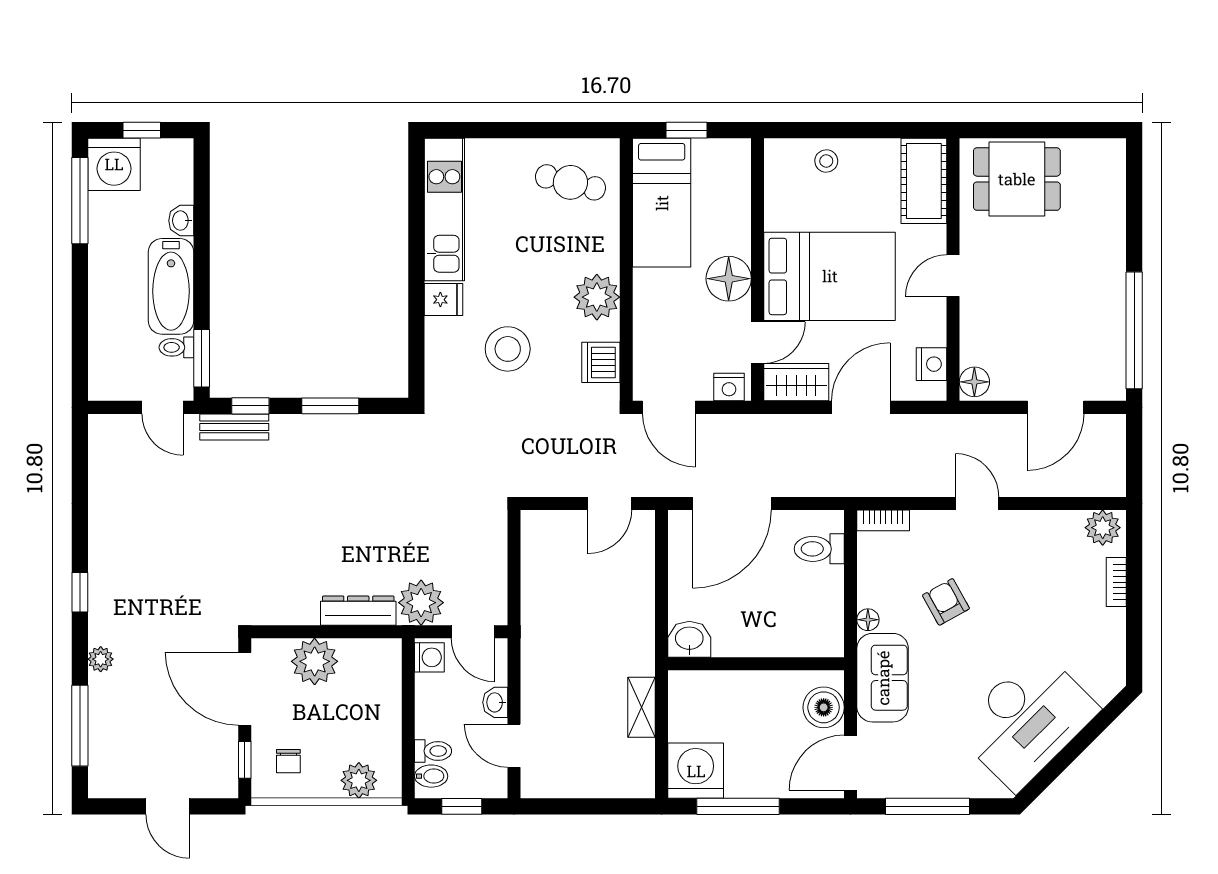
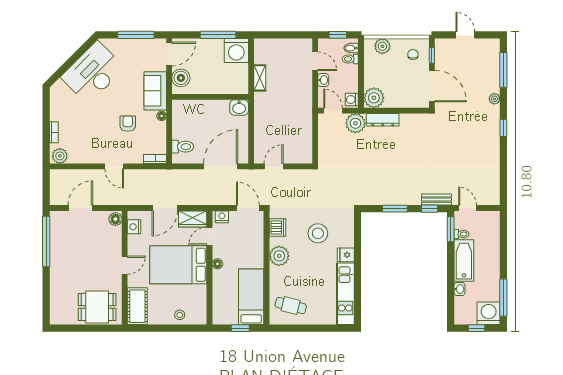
floor lamp: (729, 279) -> (217, 264), width x0.53, depth x0.53
armchair: (946, 602) -> (128, 124), turned -151
plant: (315, 661) -> (374, 98), moved

